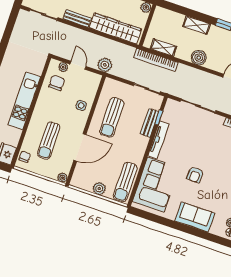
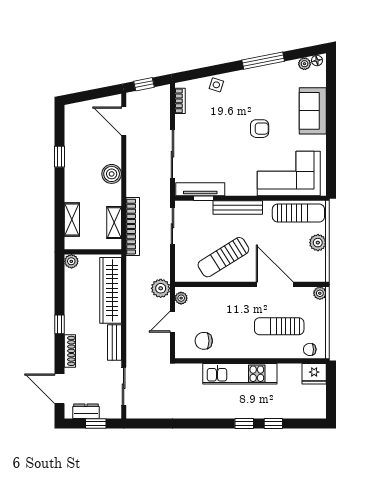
shelving: (197, 25) -> (72, 220), moved
plant: (63, 67) -> (181, 298), moved
side table: (81, 105) -> (222, 301), removed
sun lounger: (112, 117) -> (223, 257), turned 148
bench: (150, 123) -> (238, 208), moved, width x1.36
tv unit: (159, 140) -> (200, 189), moved
sun lounger: (49, 141) -> (279, 326), turned 180

